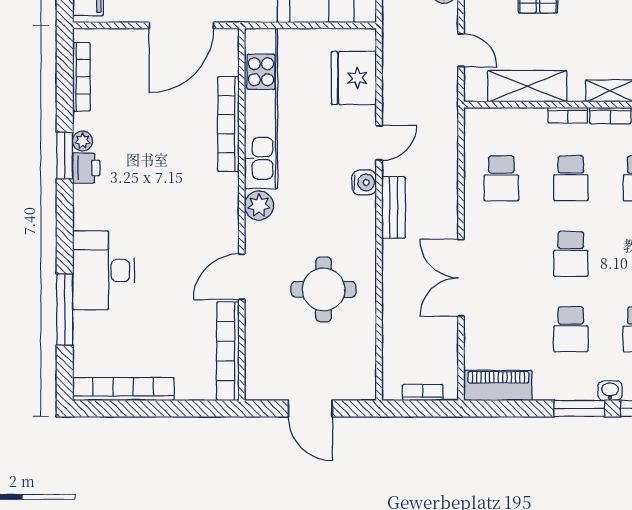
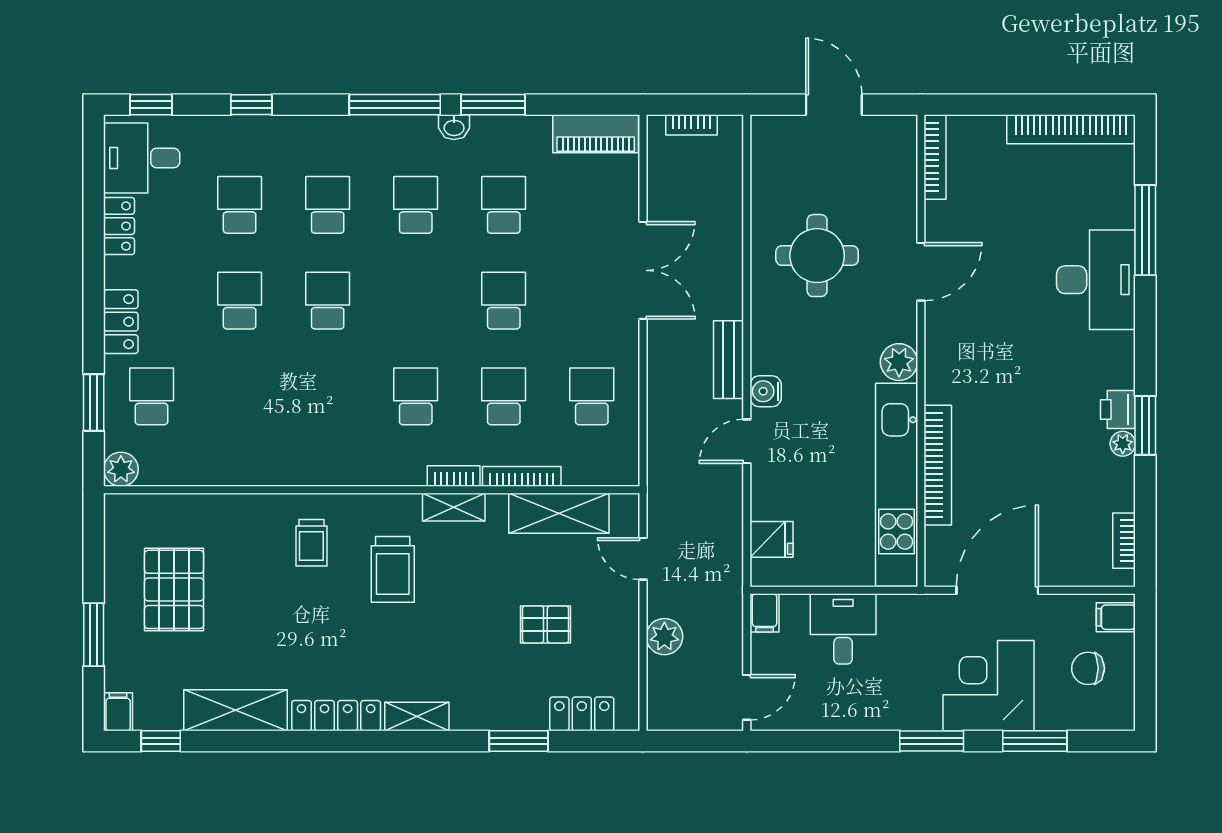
bookcase: (81, 77) -> (1124, 541), width x0.64
fridge: (354, 78) -> (771, 539), width x0.53, depth x0.75
bookcase: (568, 115) -> (522, 476), width x1.56
bookcase: (228, 351) -> (935, 157), width x0.68, depth x0.76

